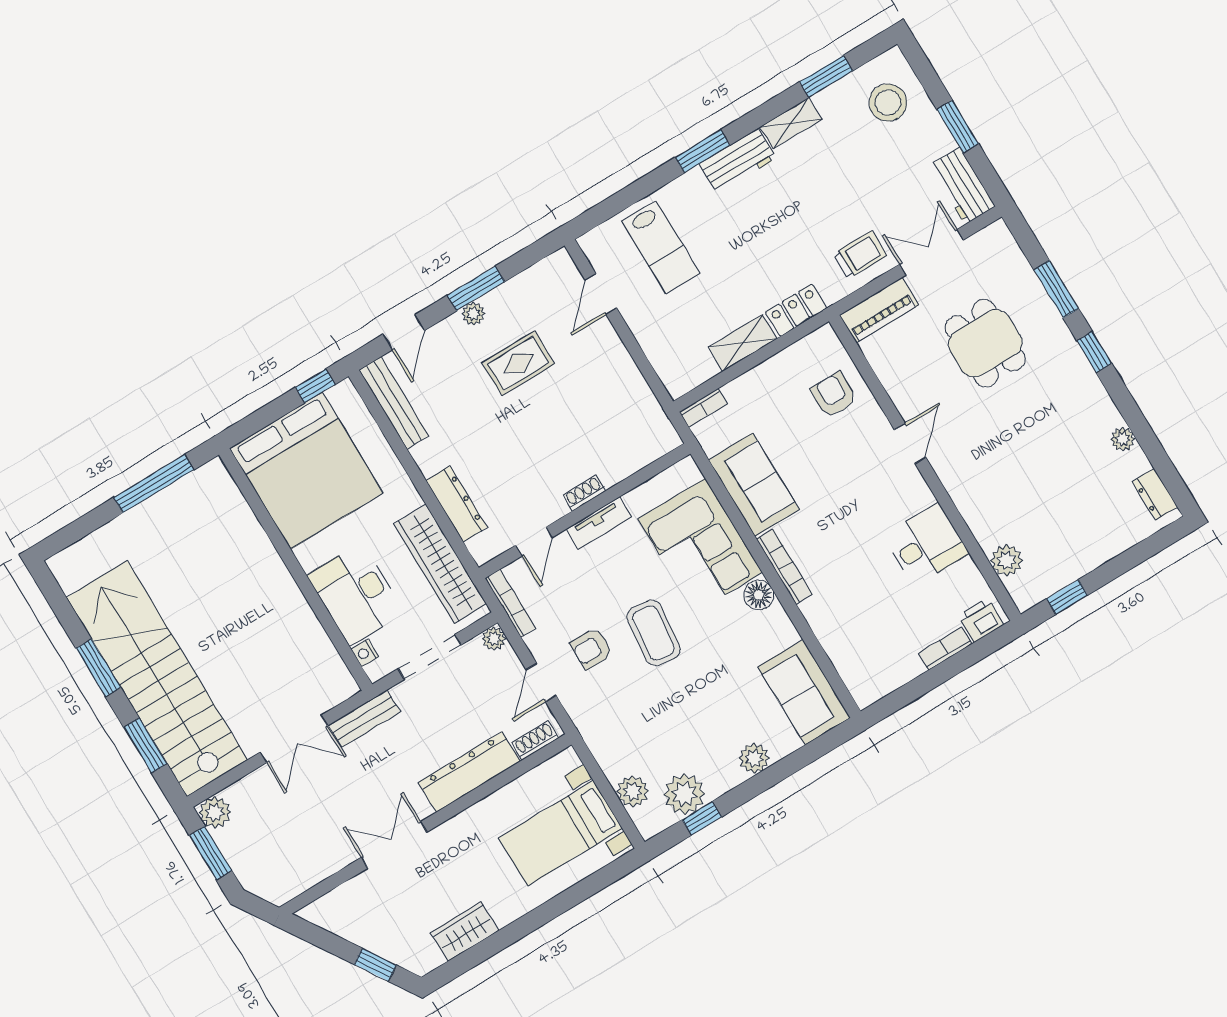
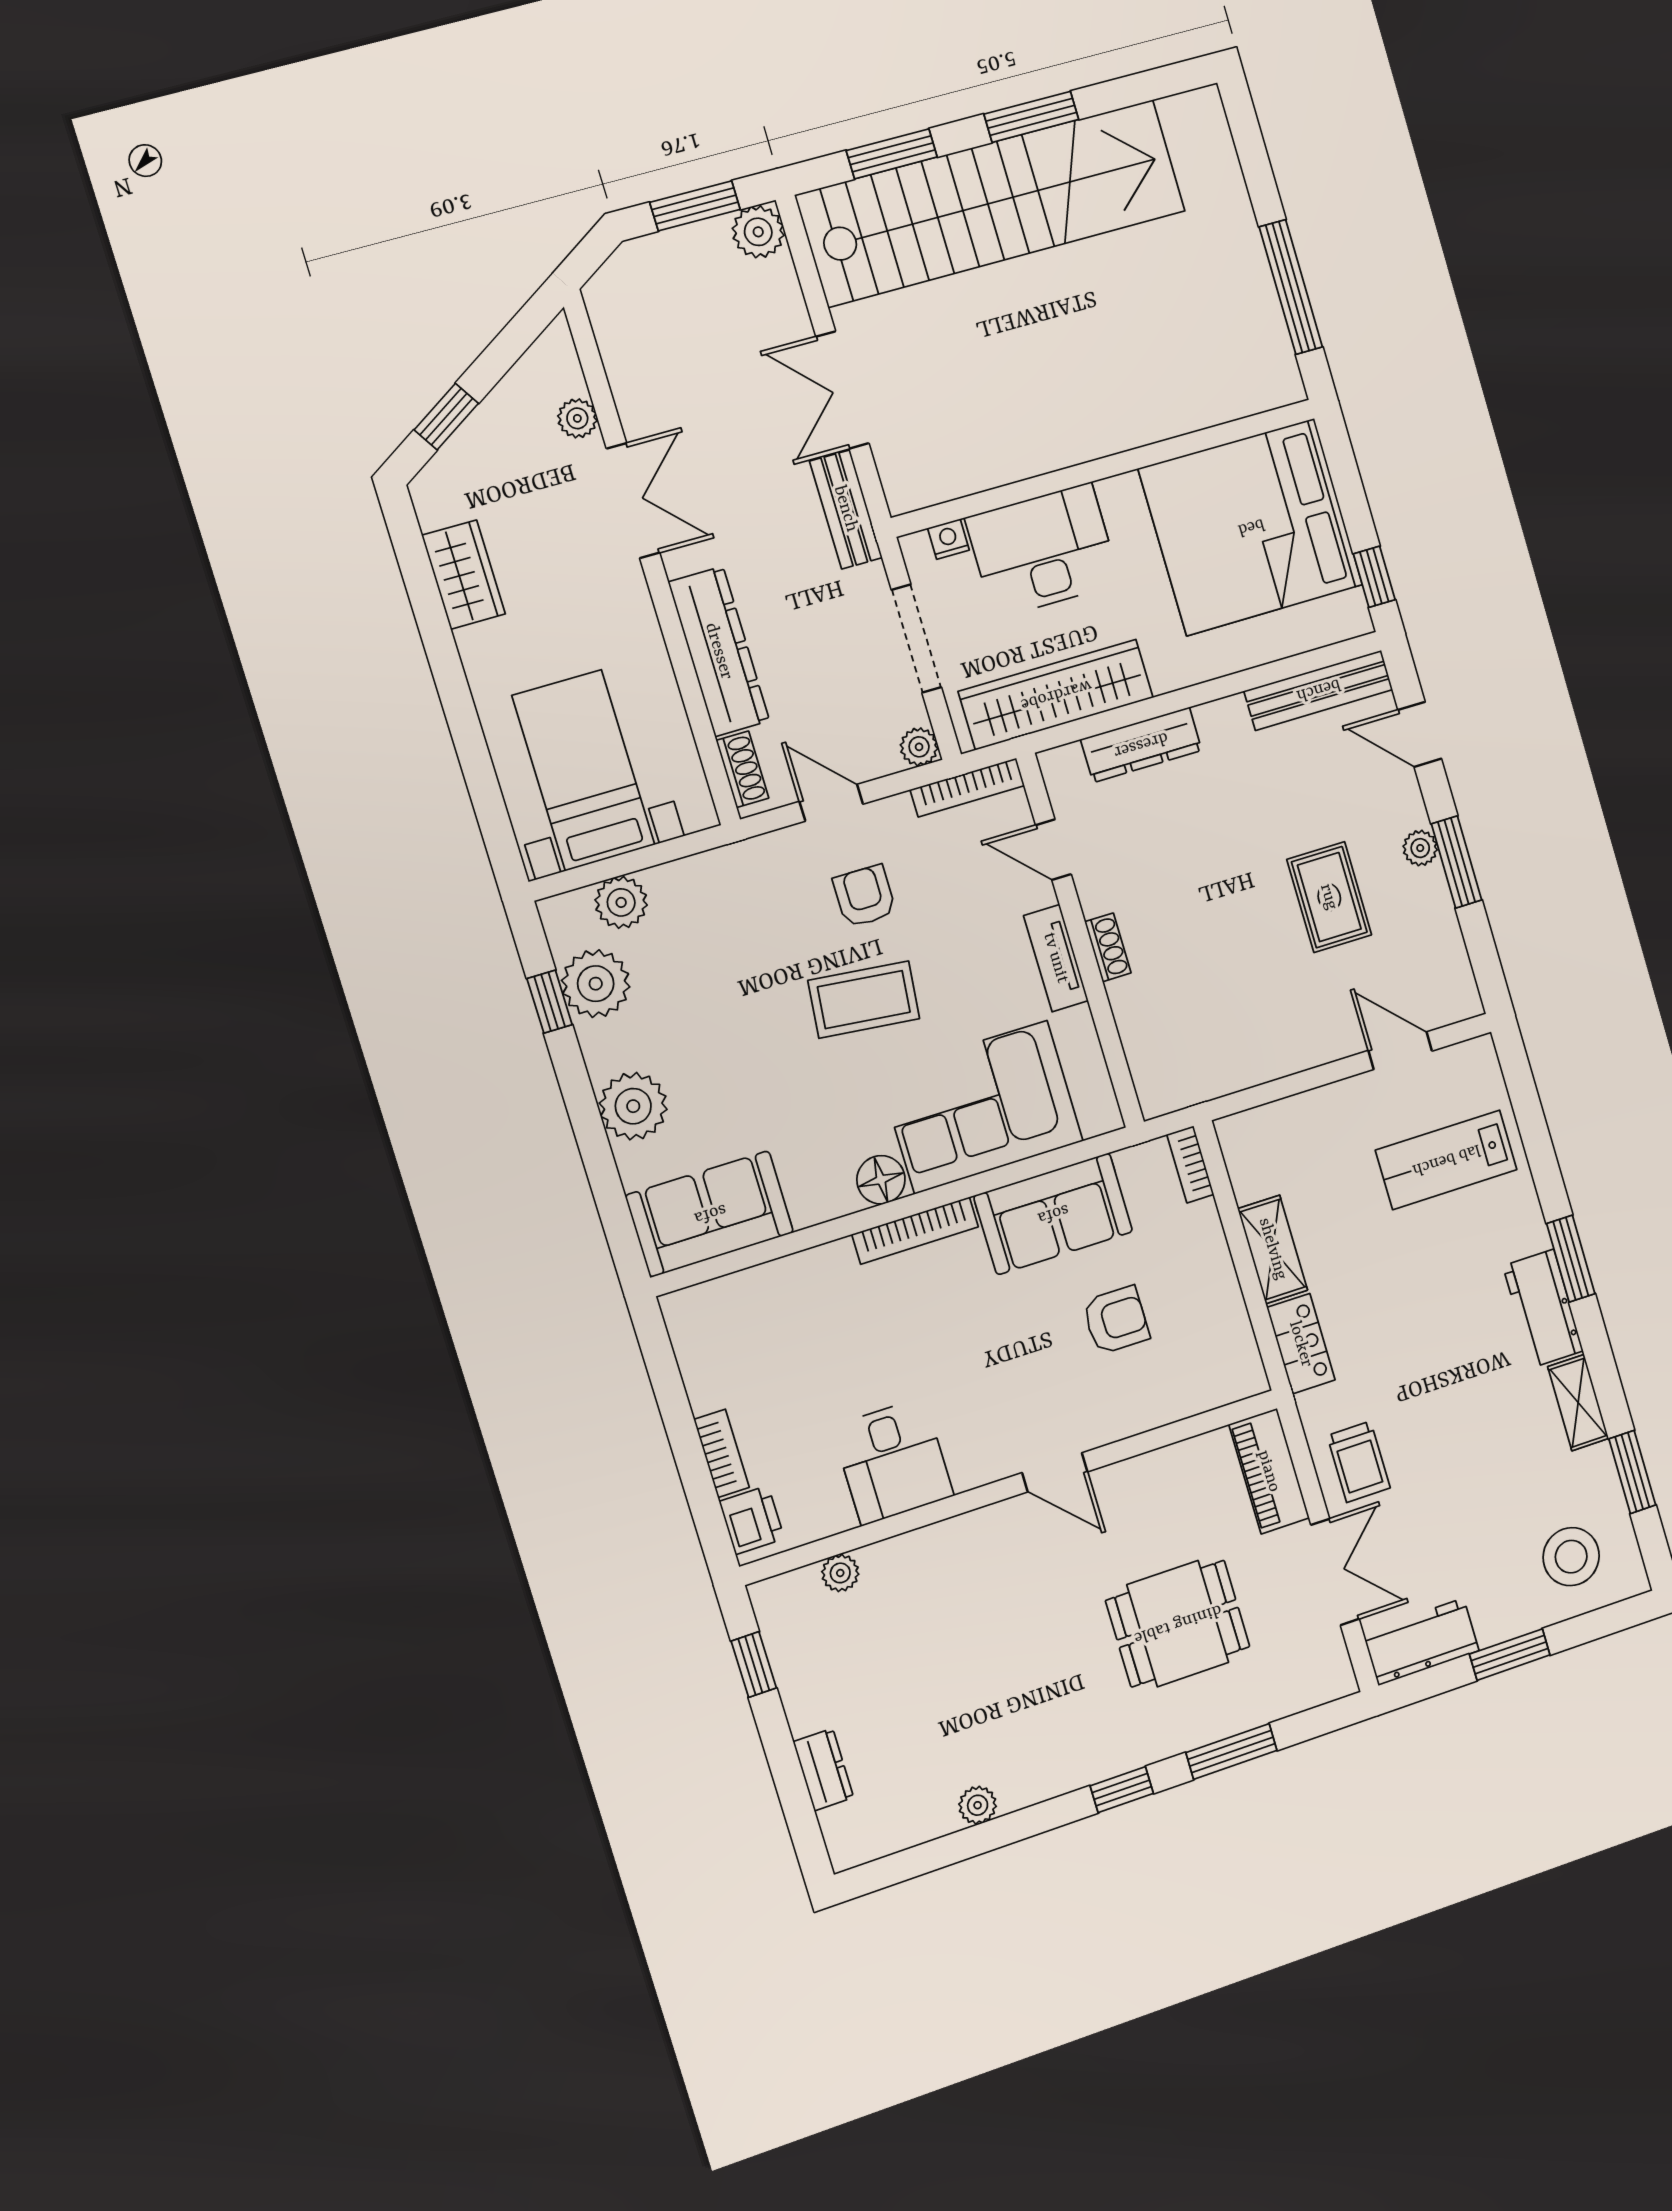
armchair: (834, 395) -> (1116, 1320), moved
dresser: (1155, 494) -> (823, 1770), moved, turned 90
plant: (1007, 560) -> (840, 1573), width x0.73, depth x0.73
plant: (754, 758) -> (633, 1106), width x1.36, depth x1.36
plant: (355, 889) -> (577, 418), added

